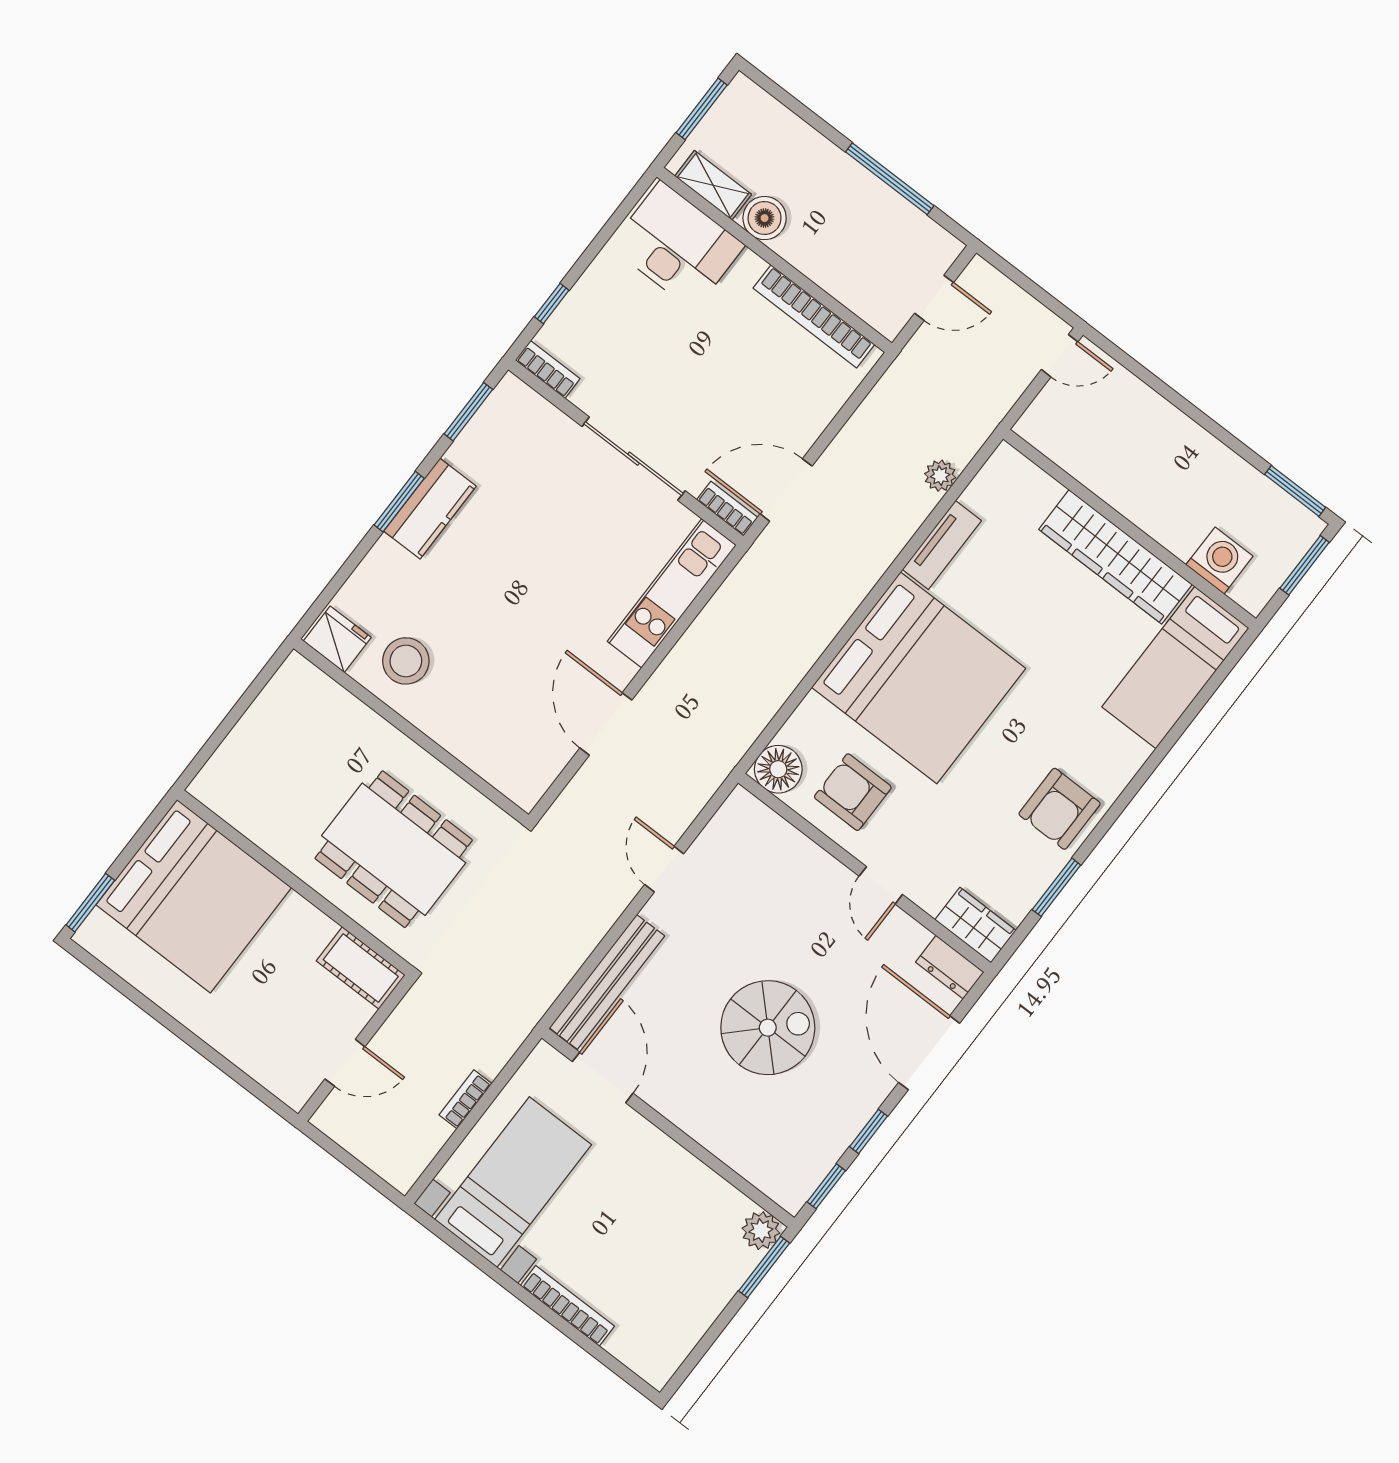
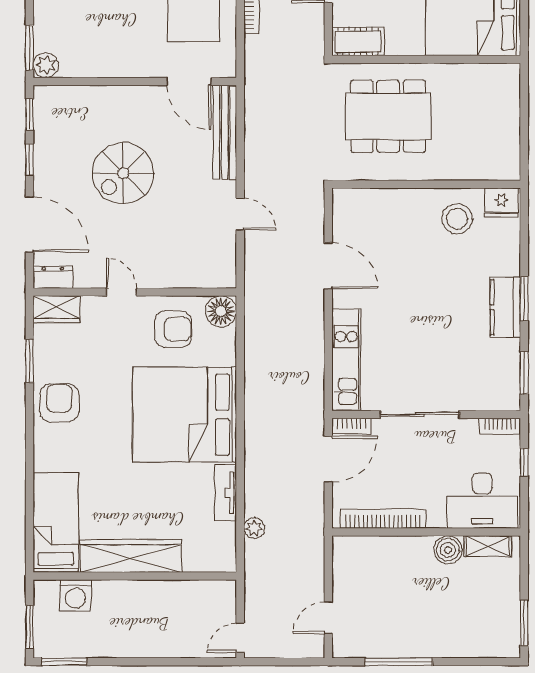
shelving: (713, 185) -> (488, 546), moved
boiler: (765, 218) -> (448, 550), moved
desk: (677, 246) -> (482, 501), moved
wall: (774, 260) -> (426, 532), moved
bookcase: (814, 316) -> (383, 519), moved

